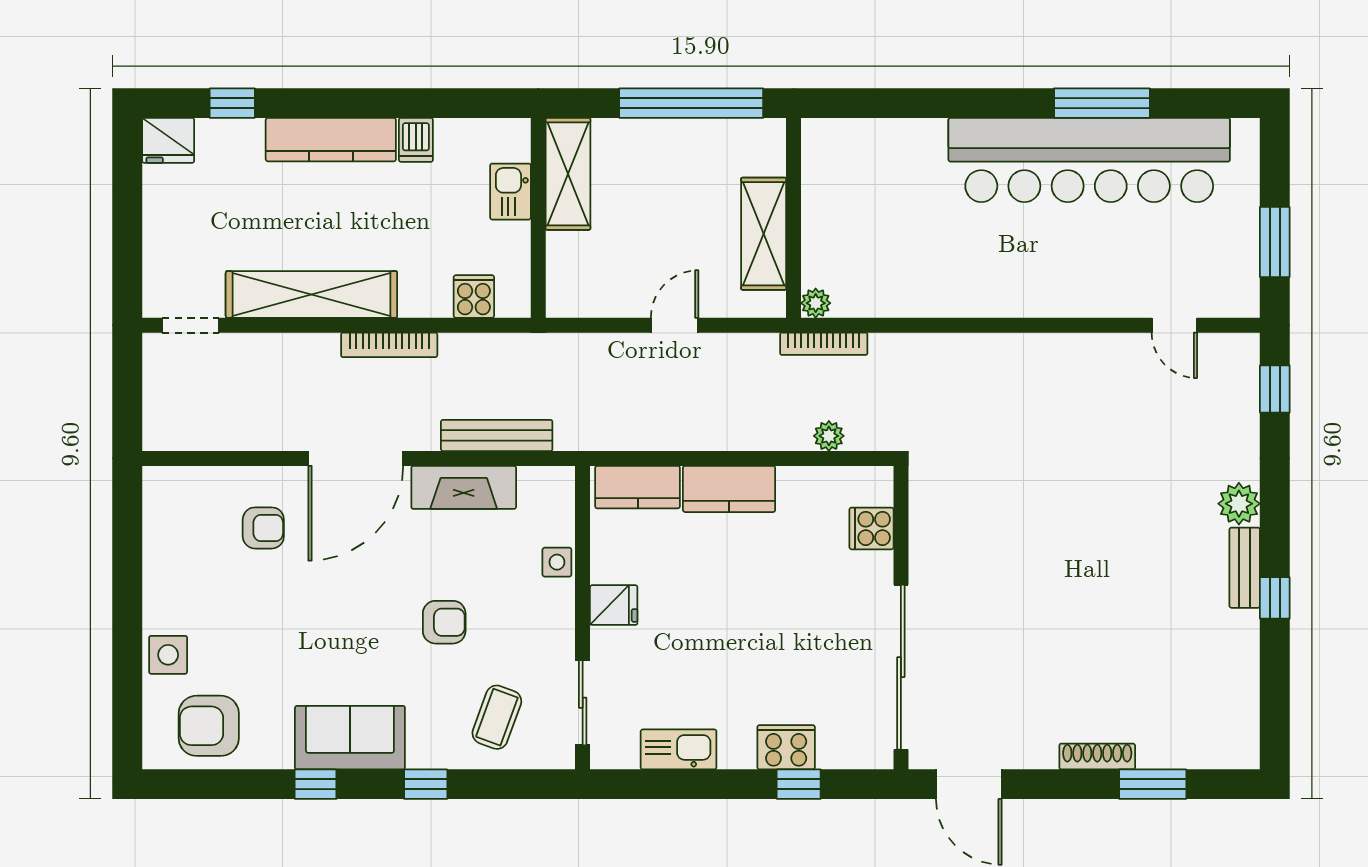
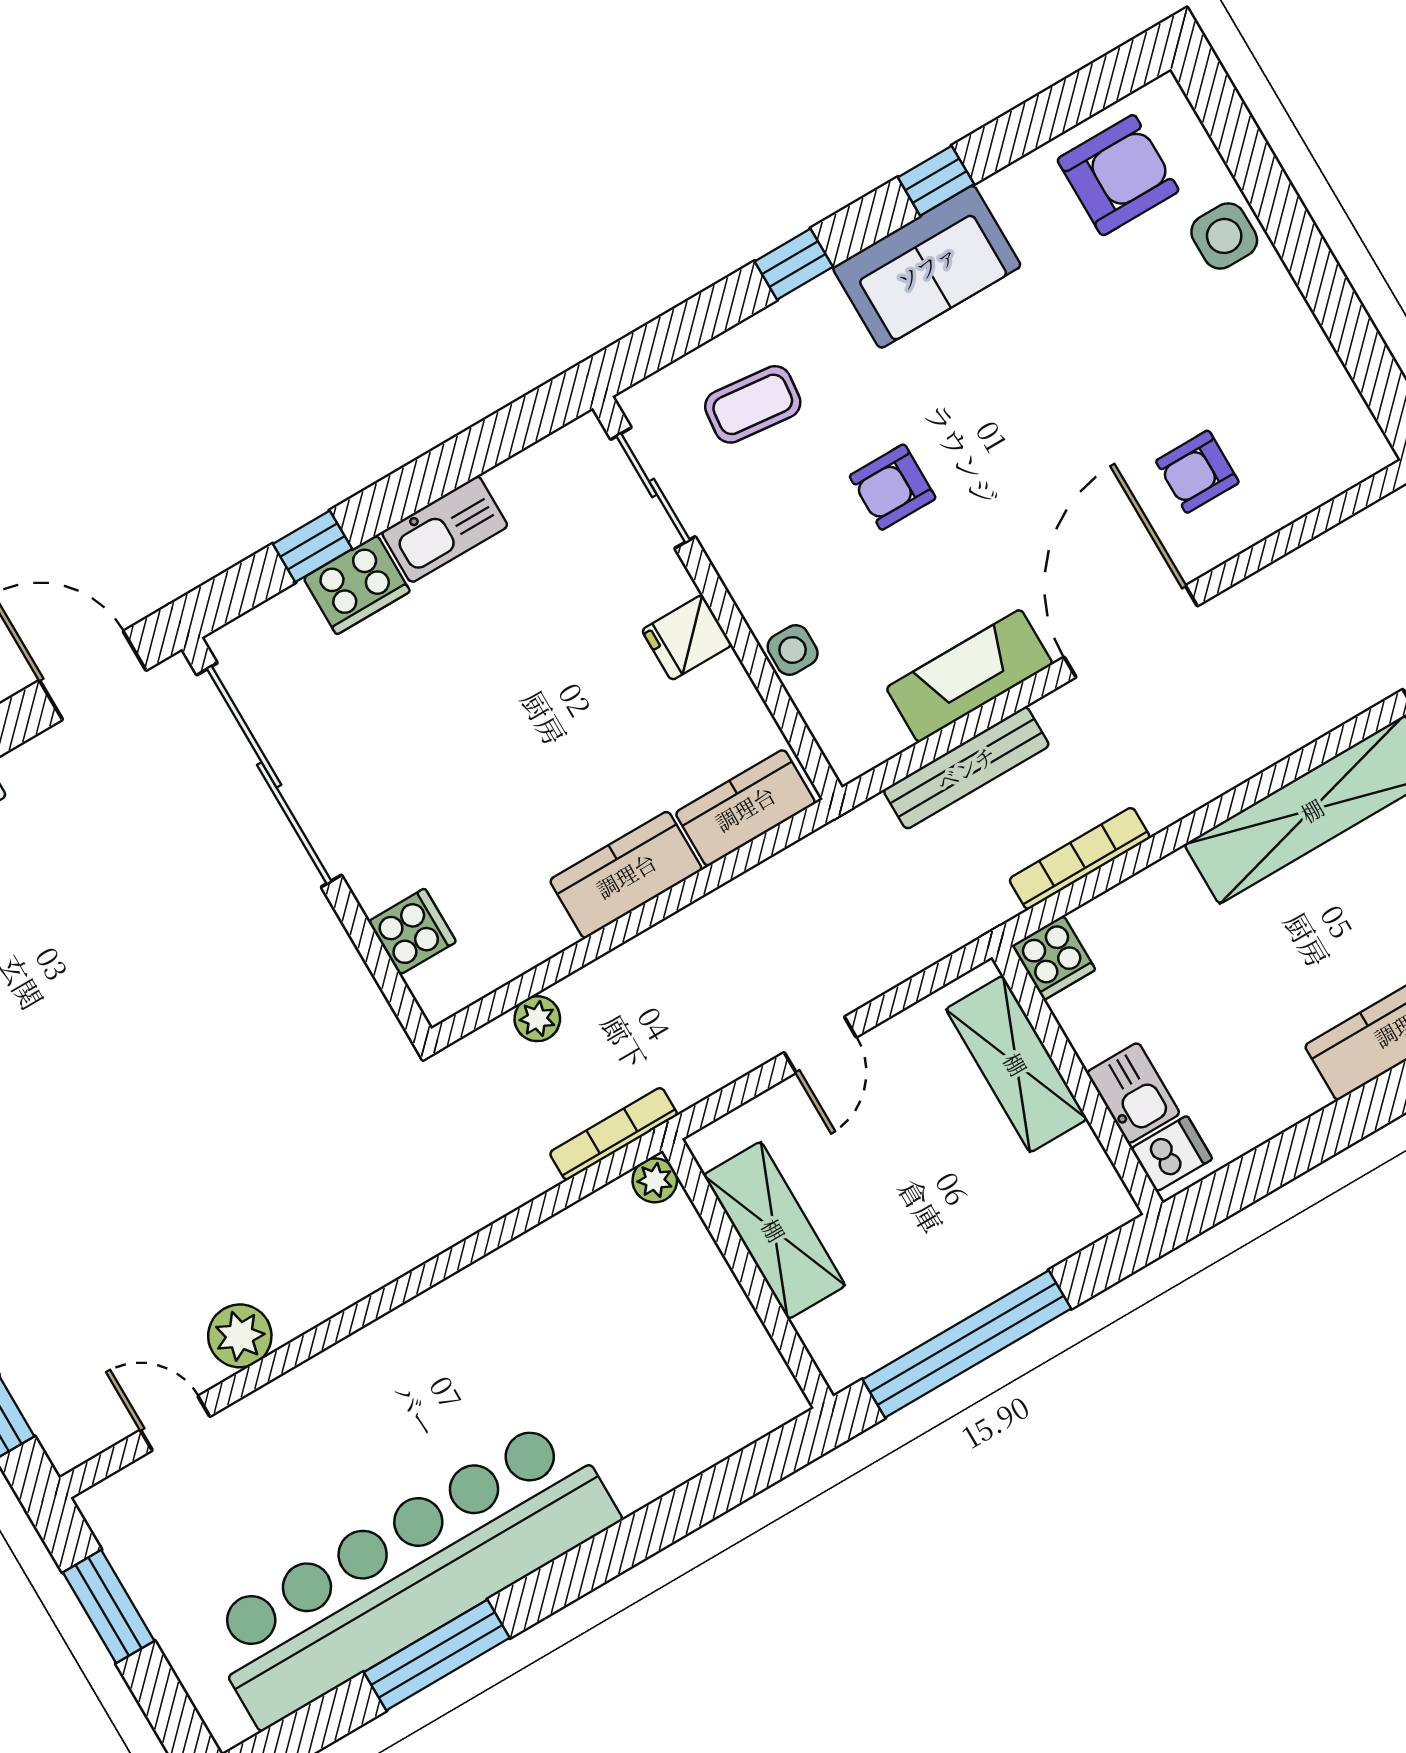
dishwasher: (416, 140) -> (1172, 1154), moved, turned 90
shelving: (568, 174) -> (1016, 1064), moved
cooker: (474, 296) -> (1054, 958), moved
bookcase: (389, 345) -> (1080, 858), moved
plant: (1108, 354) -> (240, 1336), added
coffee table: (497, 717) -> (753, 404), turned 76
kitchen sink: (679, 749) -> (445, 529), moved

